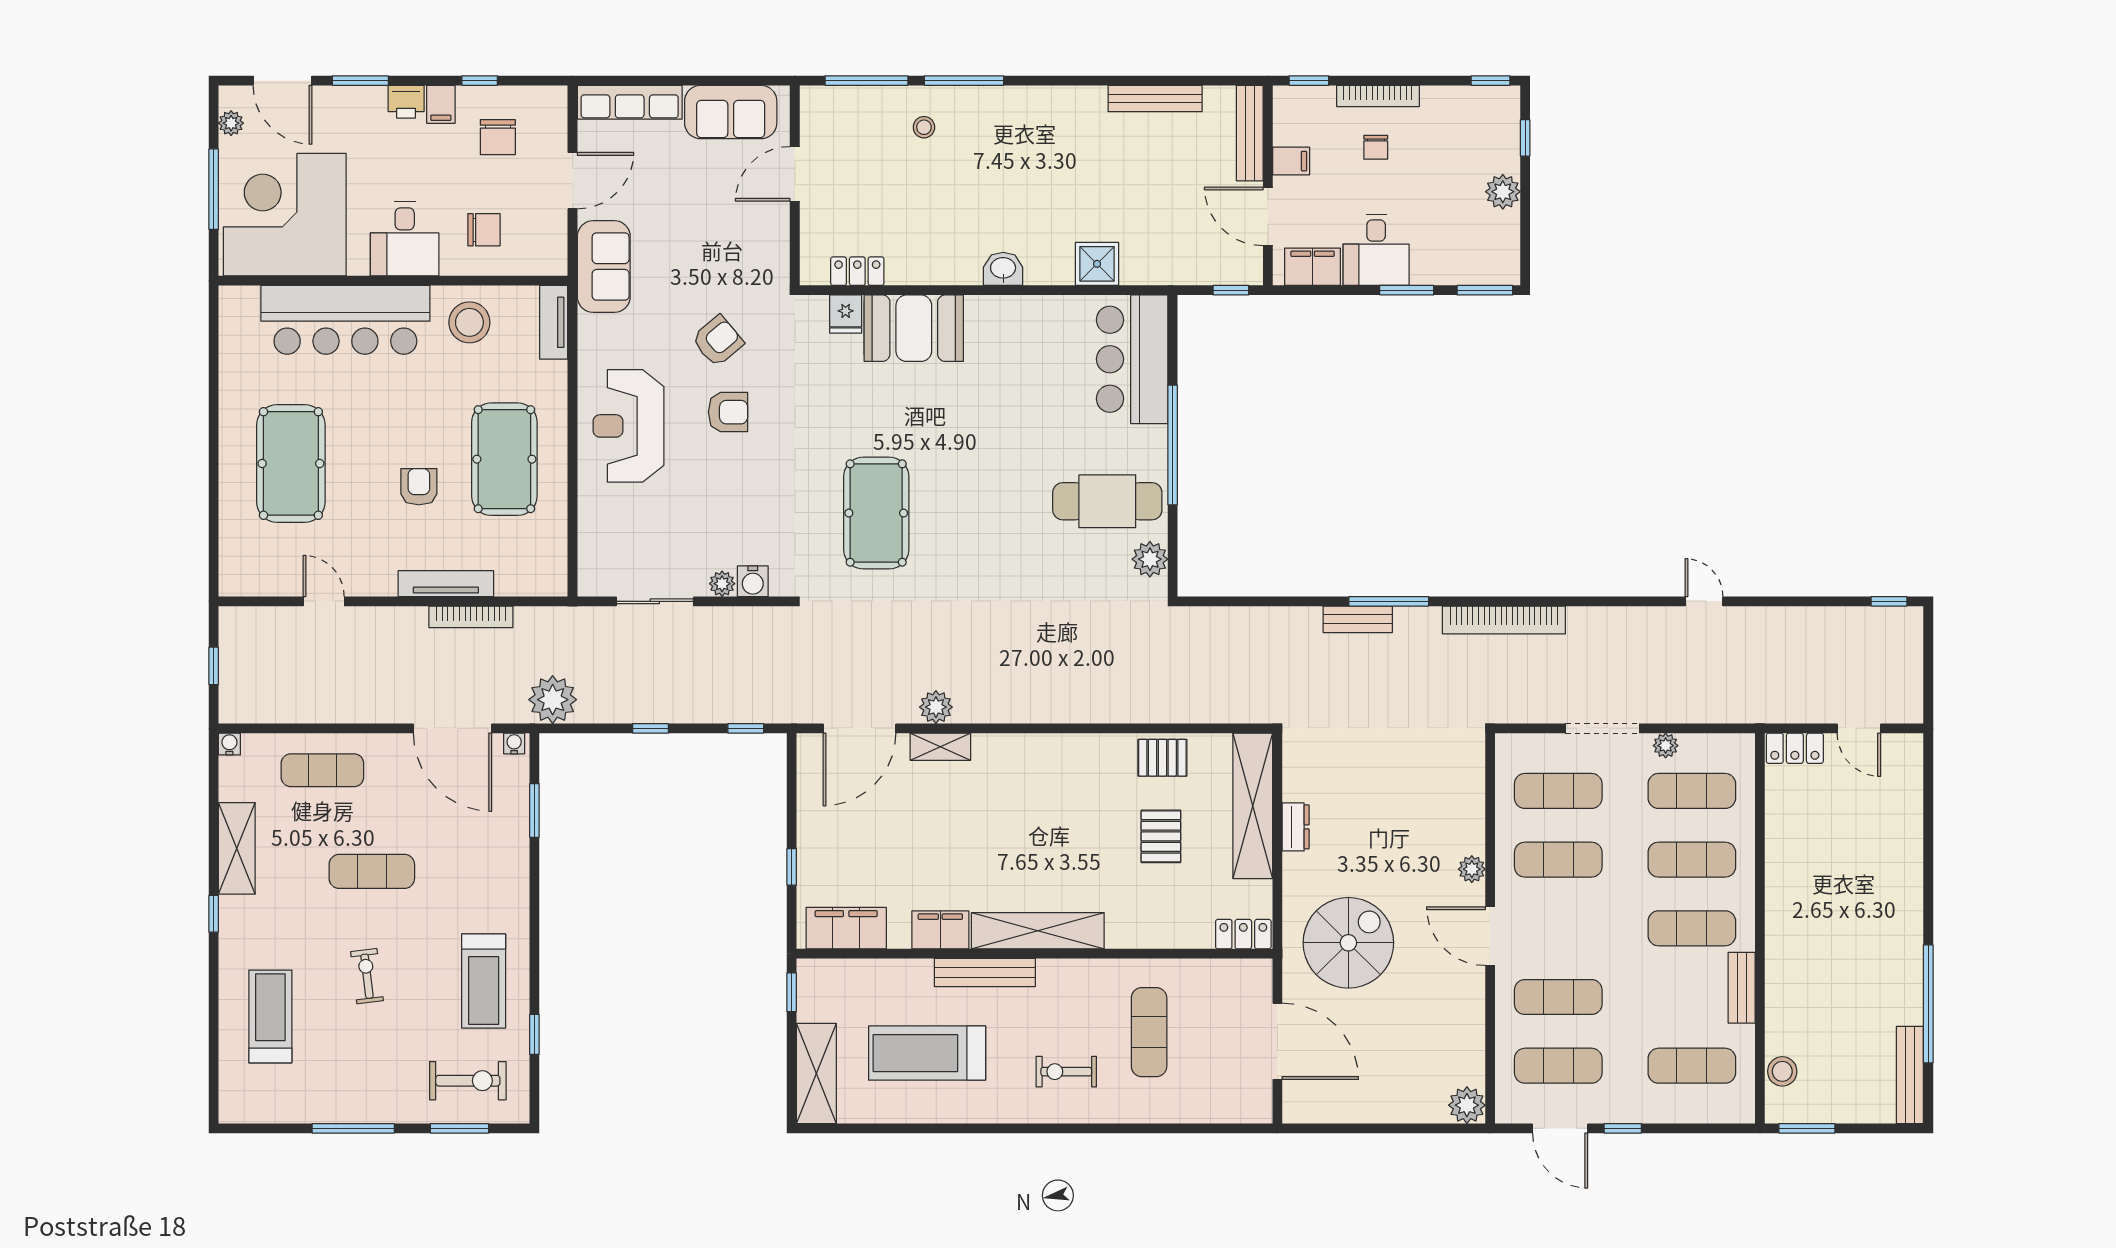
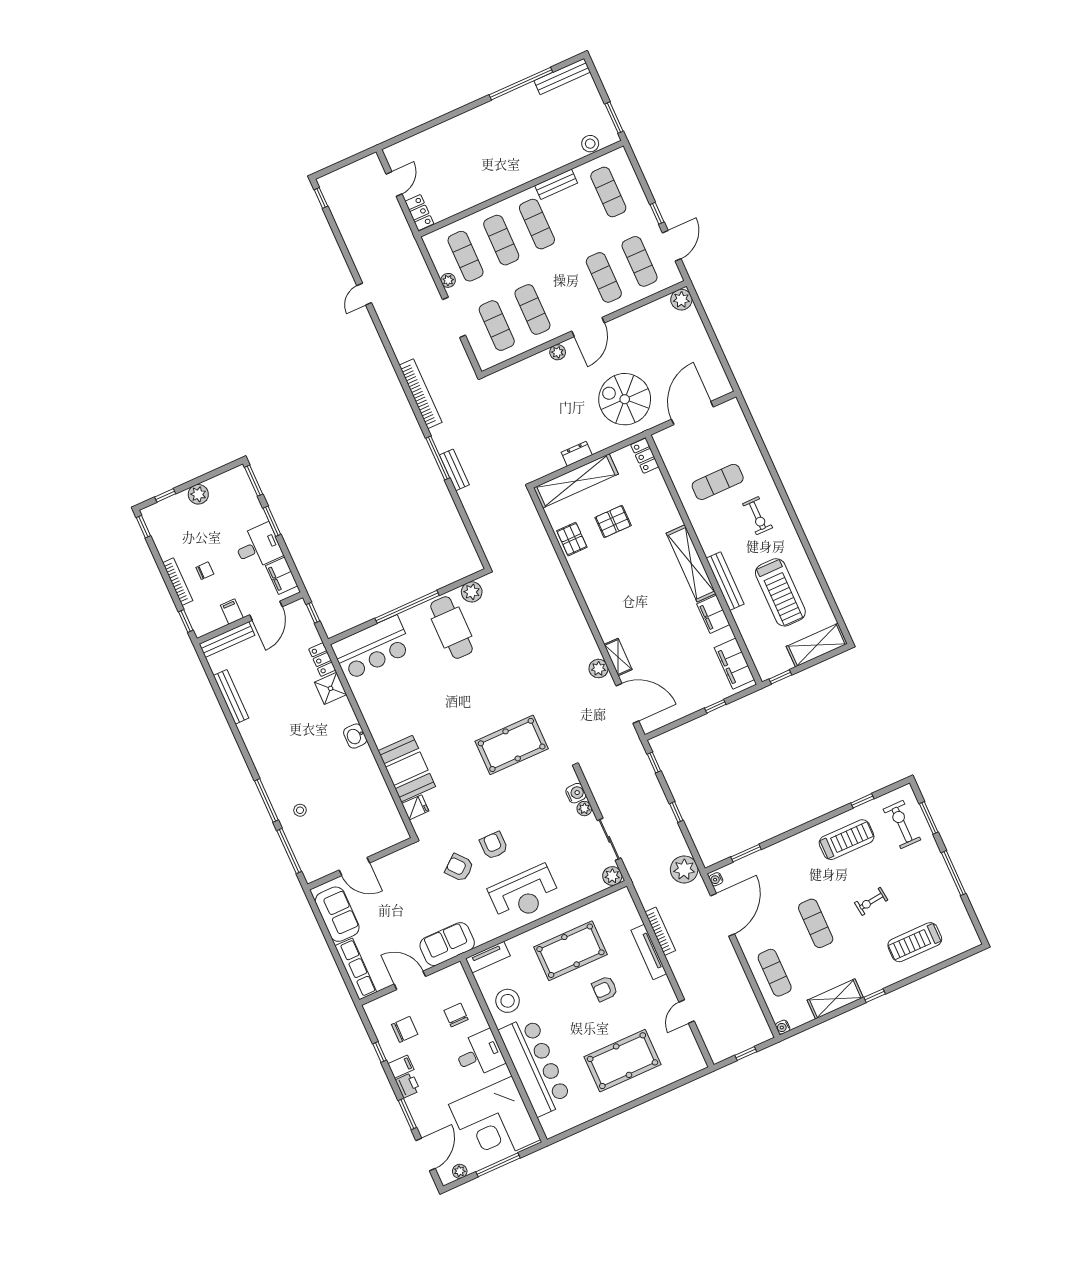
locker: (857, 271) -> (322, 660), moved
plant: (594, 580) -> (612, 876), added

